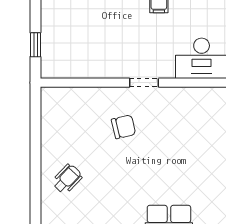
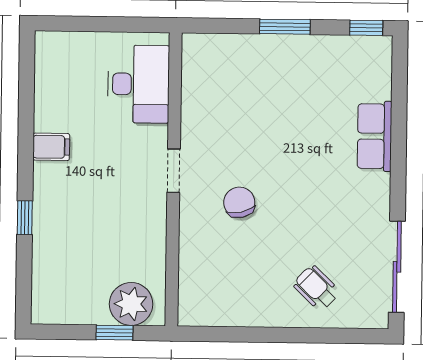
plant: (55, 55) -> (131, 304), added

